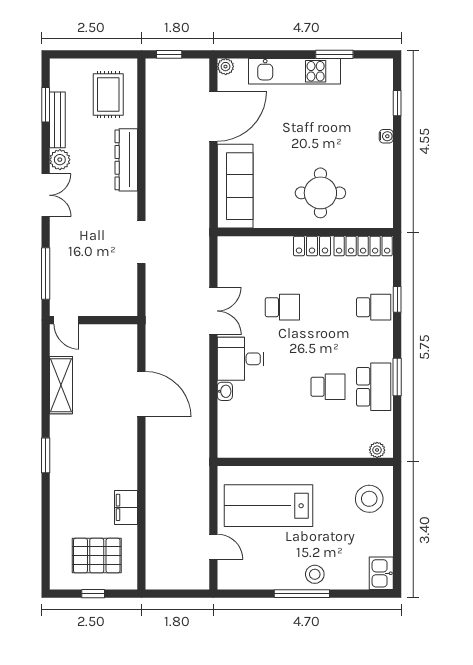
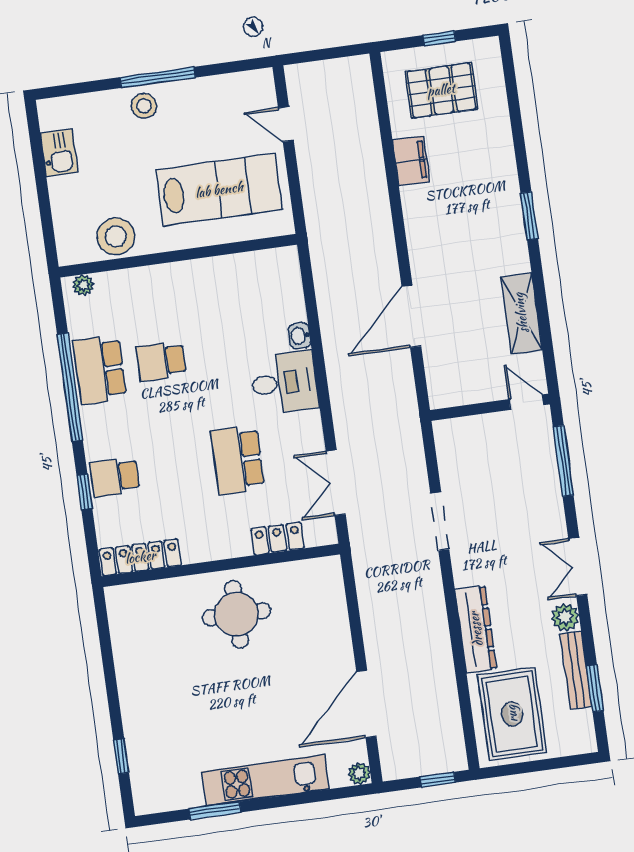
rug: (108, 94) -> (512, 714), width x1.36, depth x1.43
water cooler: (386, 136) -> (130, 710), removed
sofa: (235, 186) -> (324, 614), removed
round table: (320, 193) -> (237, 614), moved
locker: (312, 246) -> (278, 538), moved
school desk: (282, 307) -> (238, 460), width x1.85
double door: (213, 311) -> (336, 483), moved
window: (397, 377) -> (70, 387), width x2.11
door: (141, 394) -> (411, 316), hinge flipped
stool: (369, 499) -> (116, 236), moved
kitchen sink: (381, 573) -> (59, 153), moved

